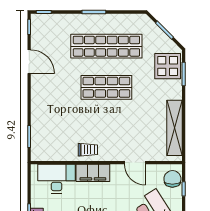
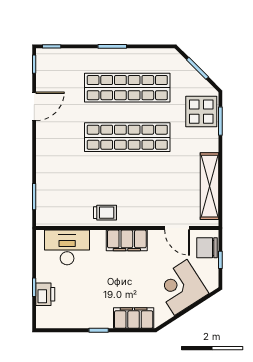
door: (29, 62) -> (34, 106), hinge flipped
shop shelf: (106, 87) -> (127, 137), width x1.40
door: (135, 163) -> (177, 228), moved
filing cabinet: (93, 173) -> (127, 240), moved
chair: (172, 179) -> (207, 248), turned -90

